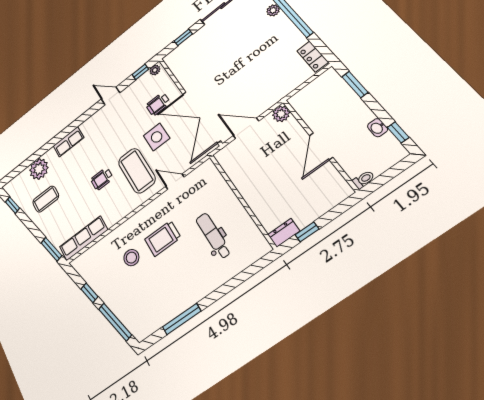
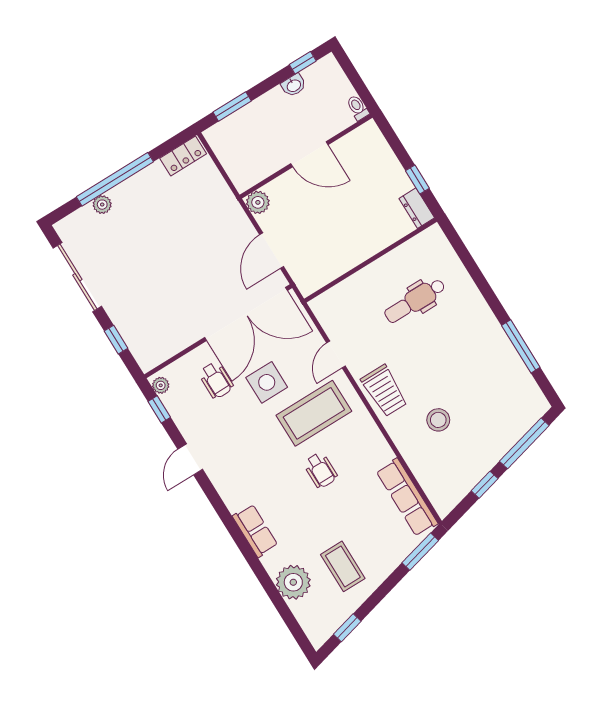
trolley: (163, 238) -> (384, 391), moved

